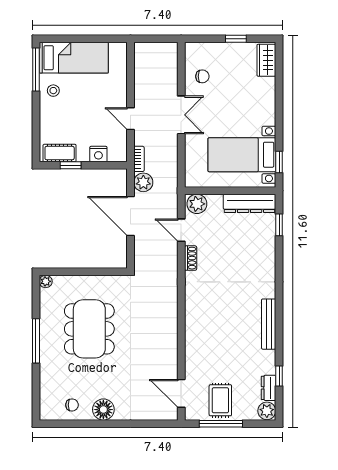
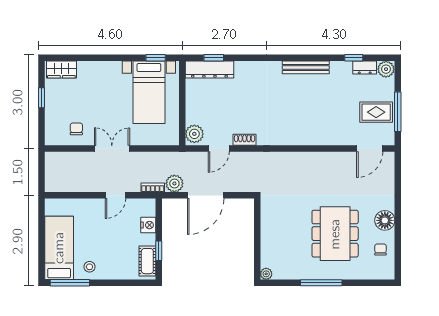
dresser: (250, 203) -> (209, 70), moved, turned 90
dining table: (89, 329) -> (335, 234), moved, turned 90

